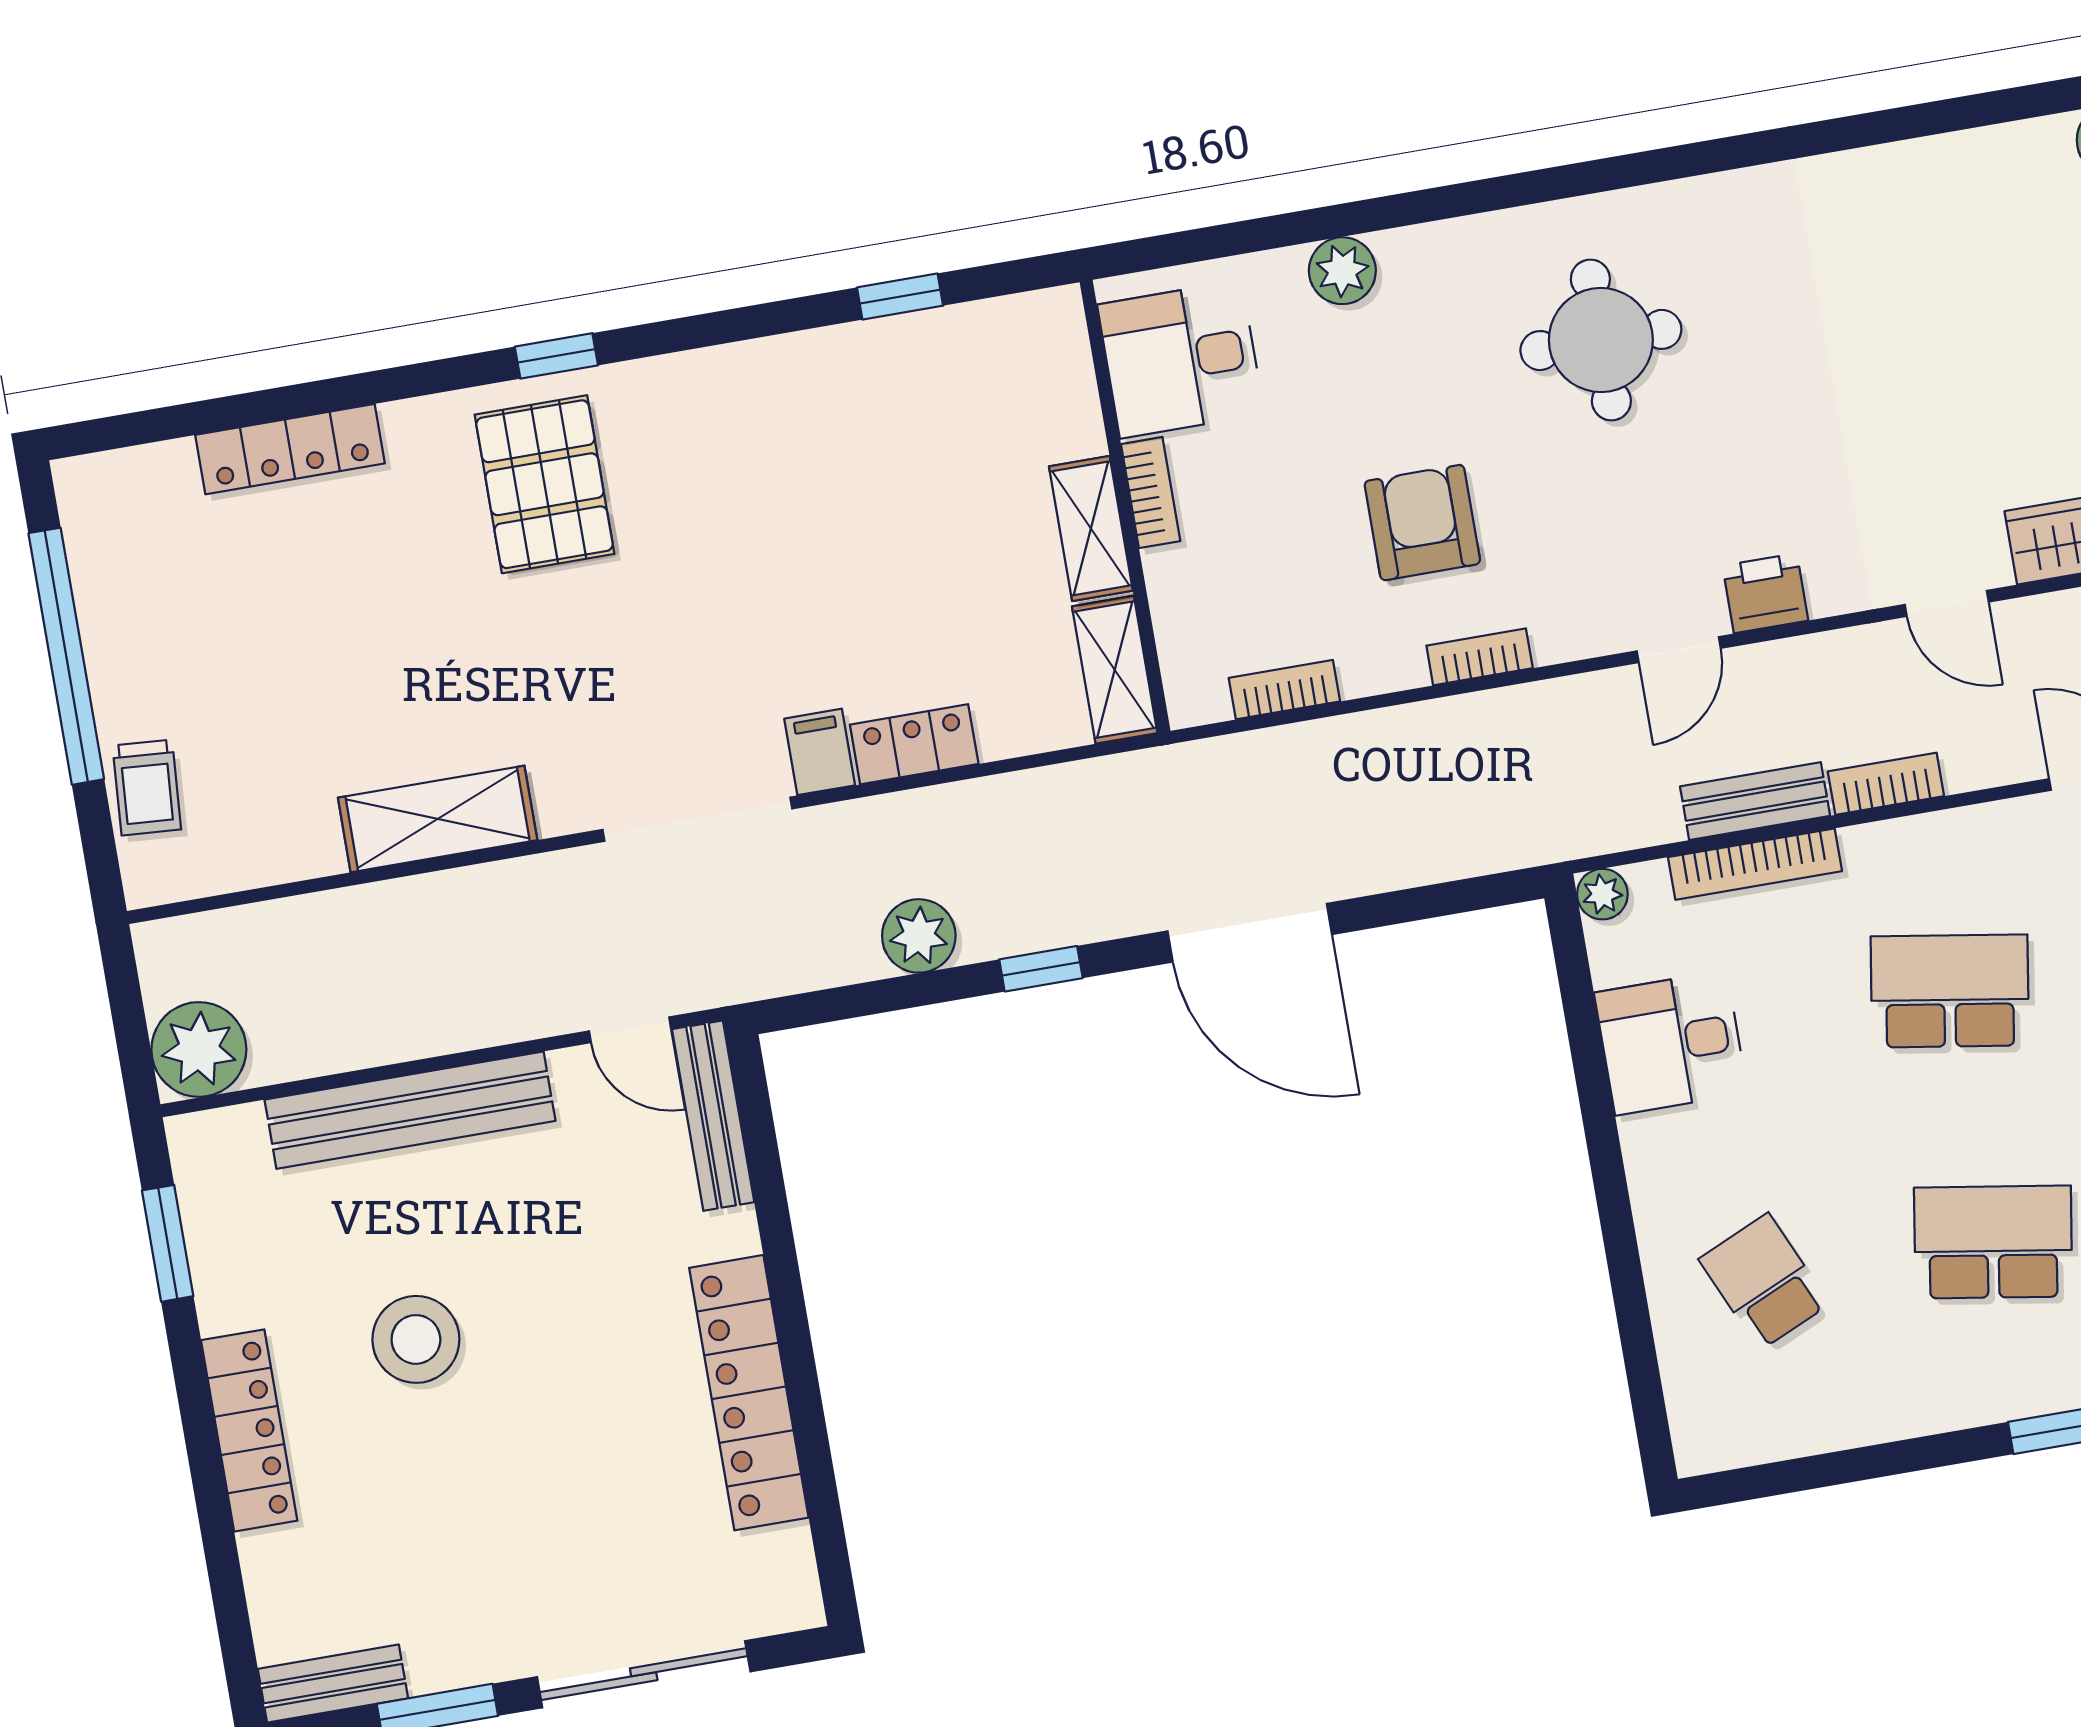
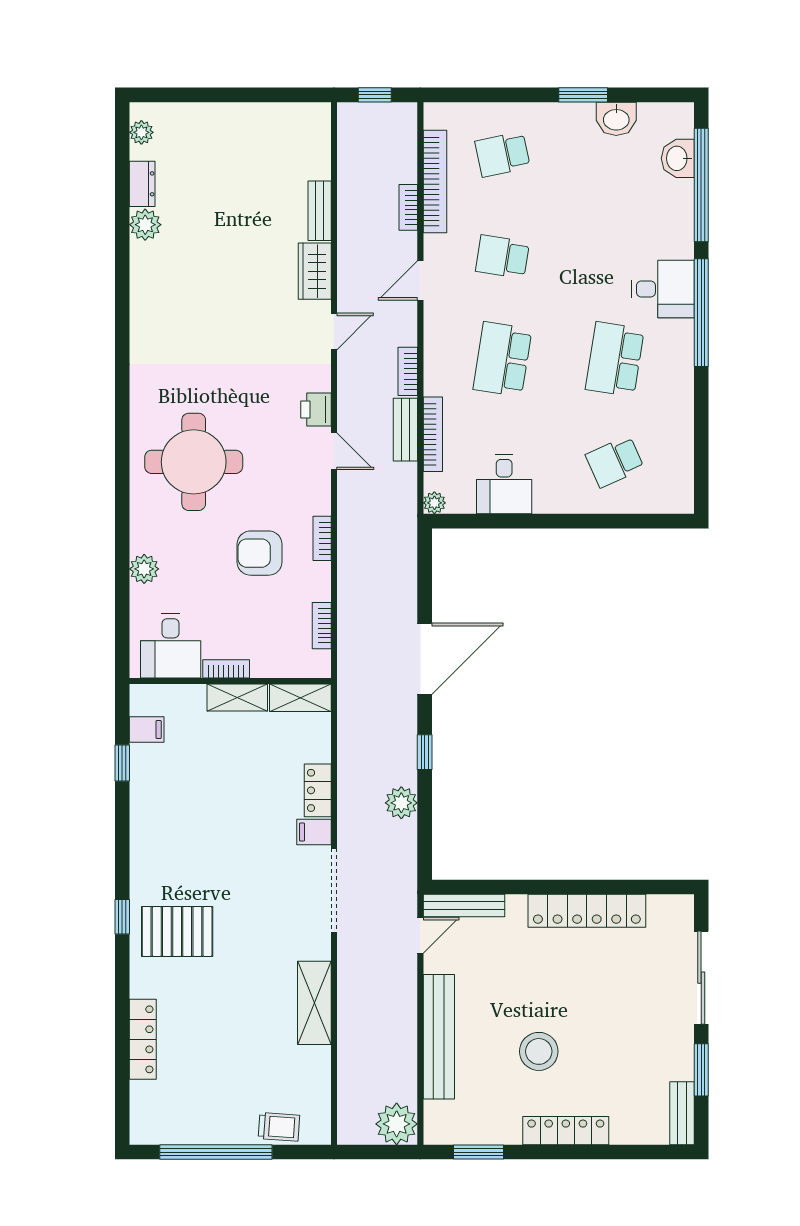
filing cabinet: (984, 338) -> (147, 729), added
round table: (1601, 340) -> (194, 462), width x1.36, depth x1.36

